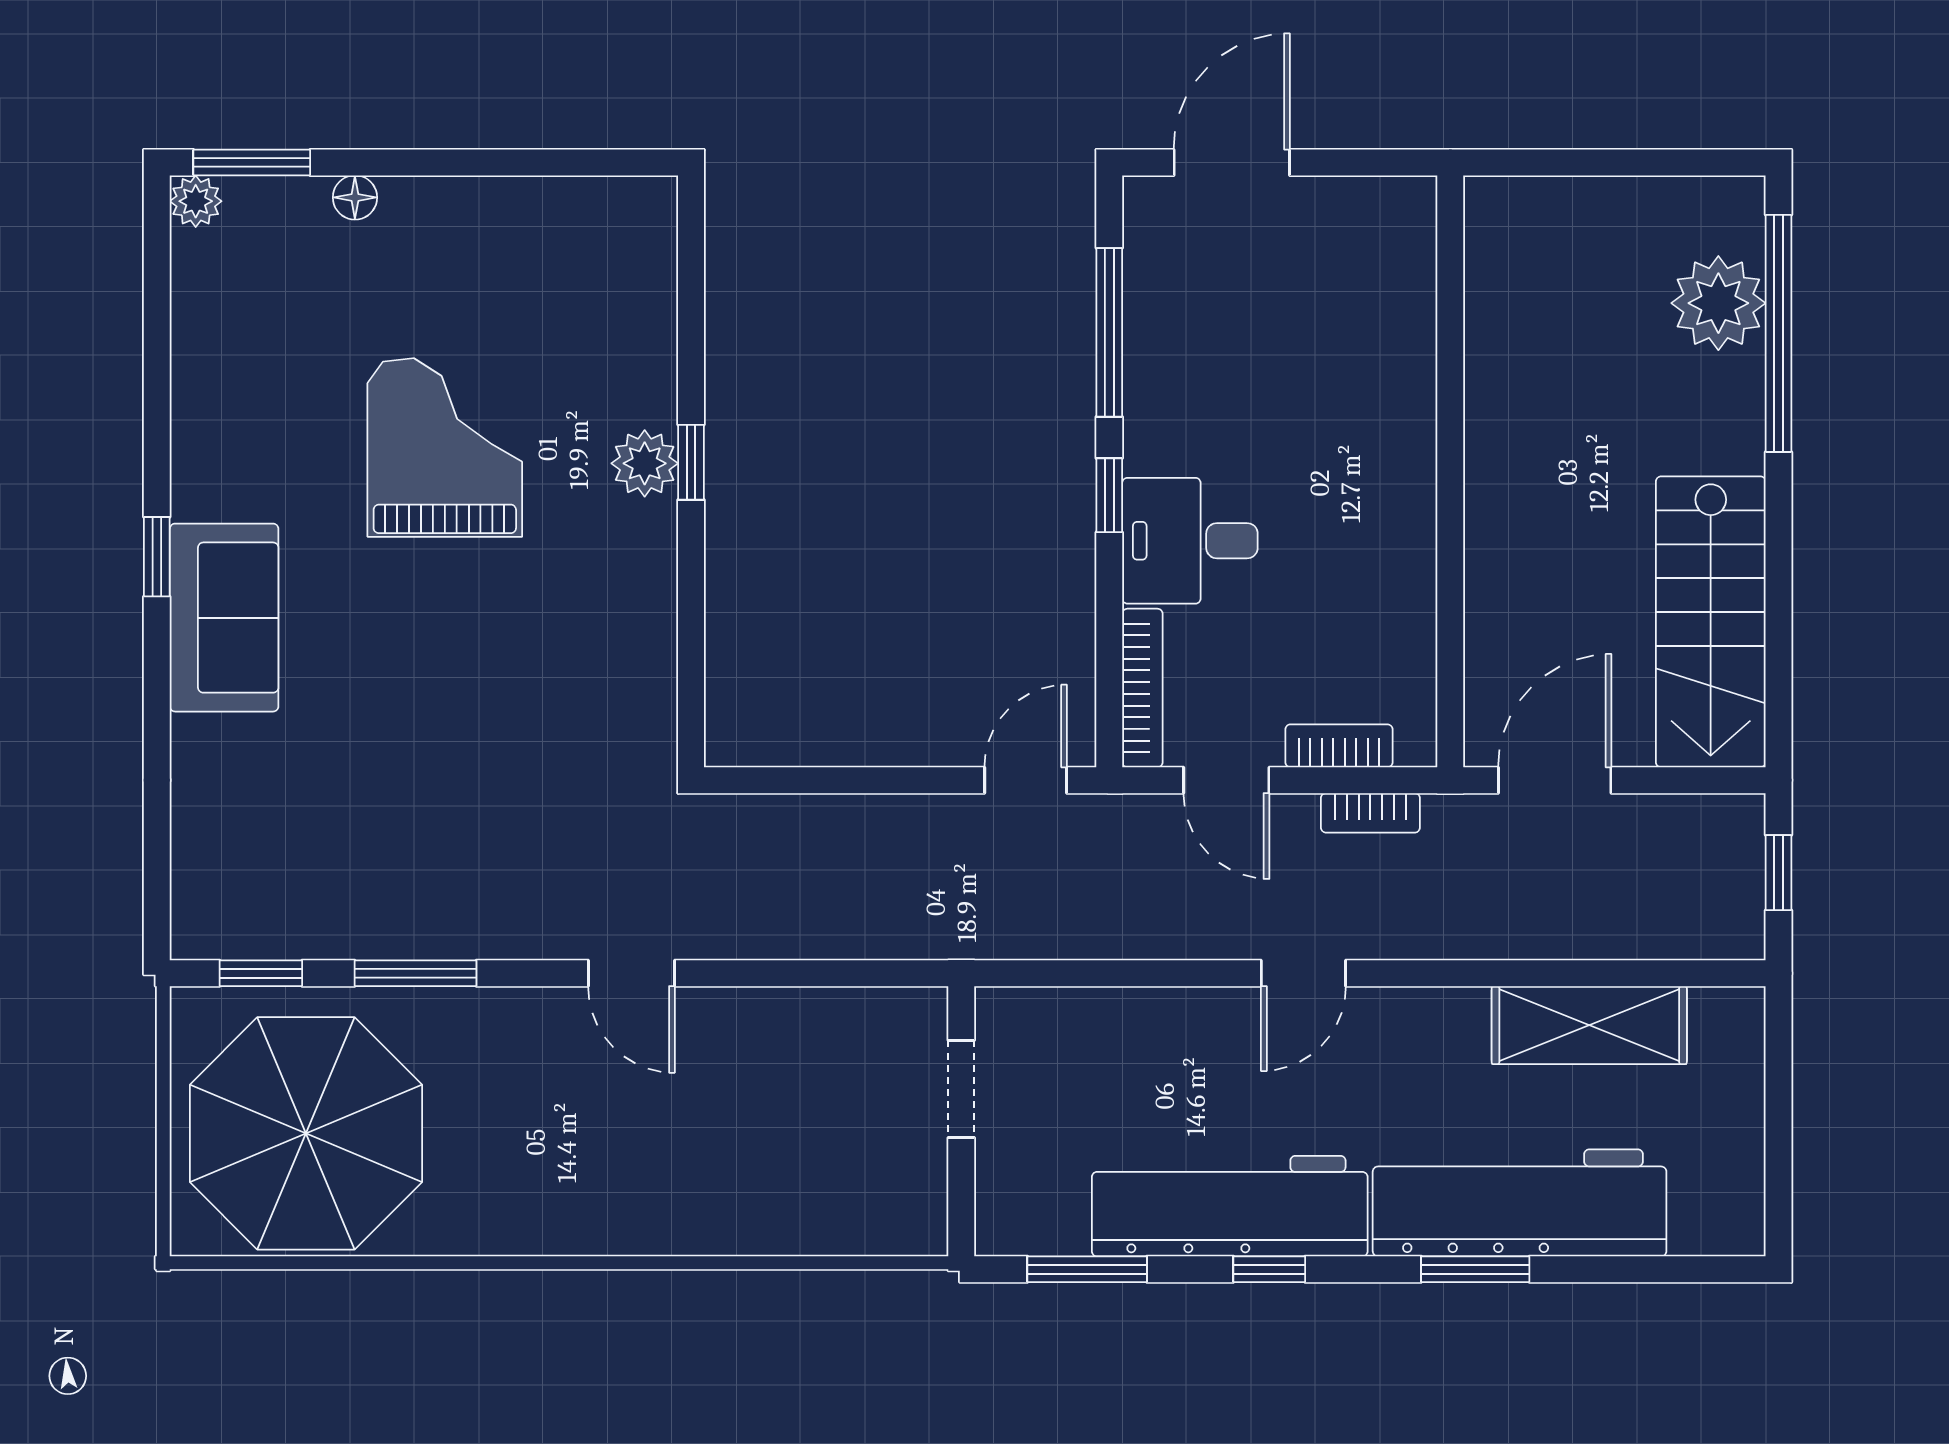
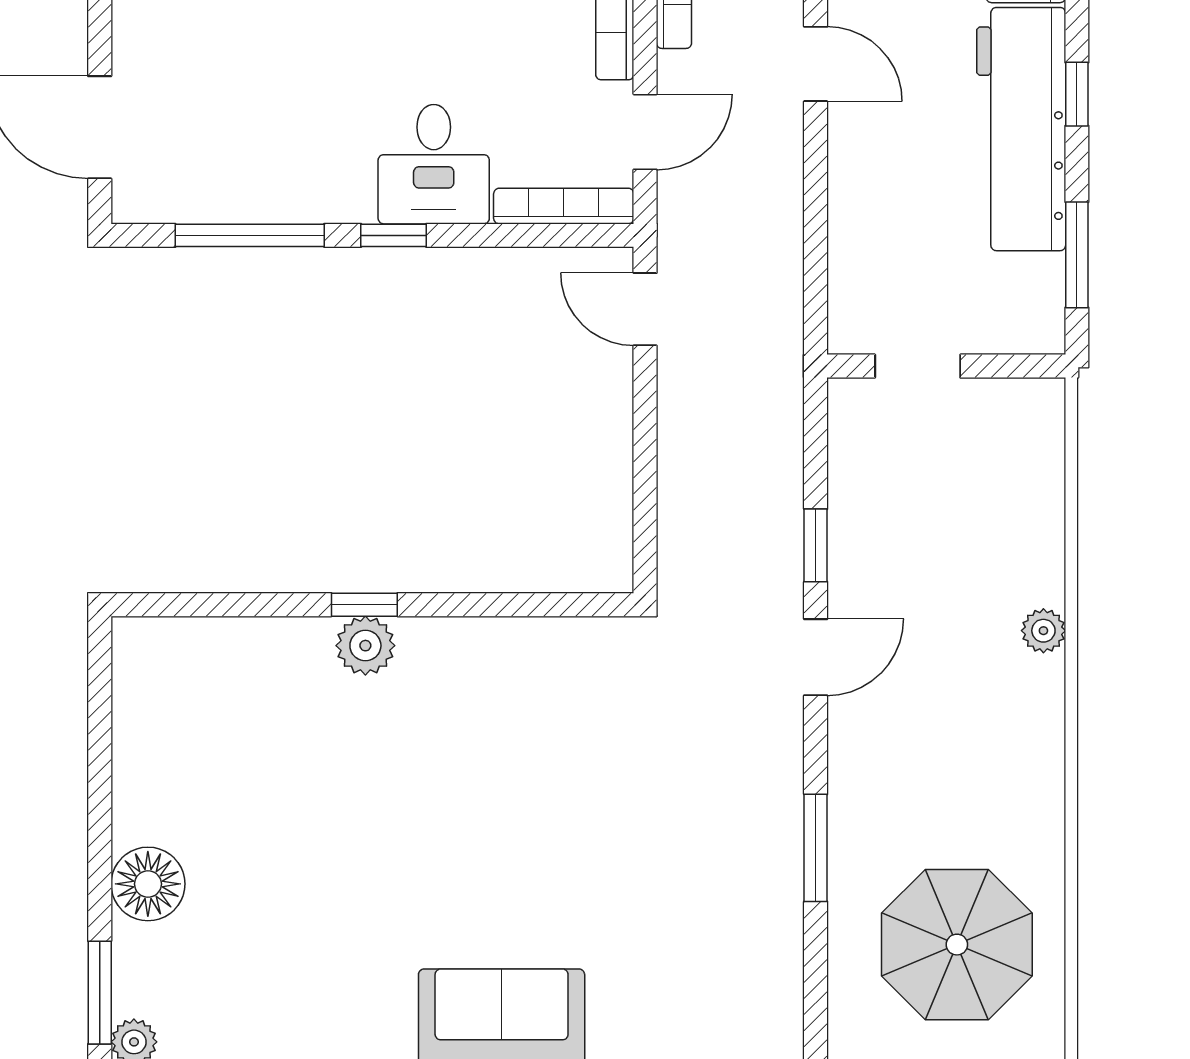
floor lamp: (355, 197) -> (148, 884), width x1.89, depth x1.89
grand piano: (445, 447) -> (351, 822), removed
window: (261, 973) -> (816, 545), moved
parasol: (306, 1133) -> (957, 945), width x0.73, depth x0.73
plant: (661, 1231) -> (1043, 631), added

